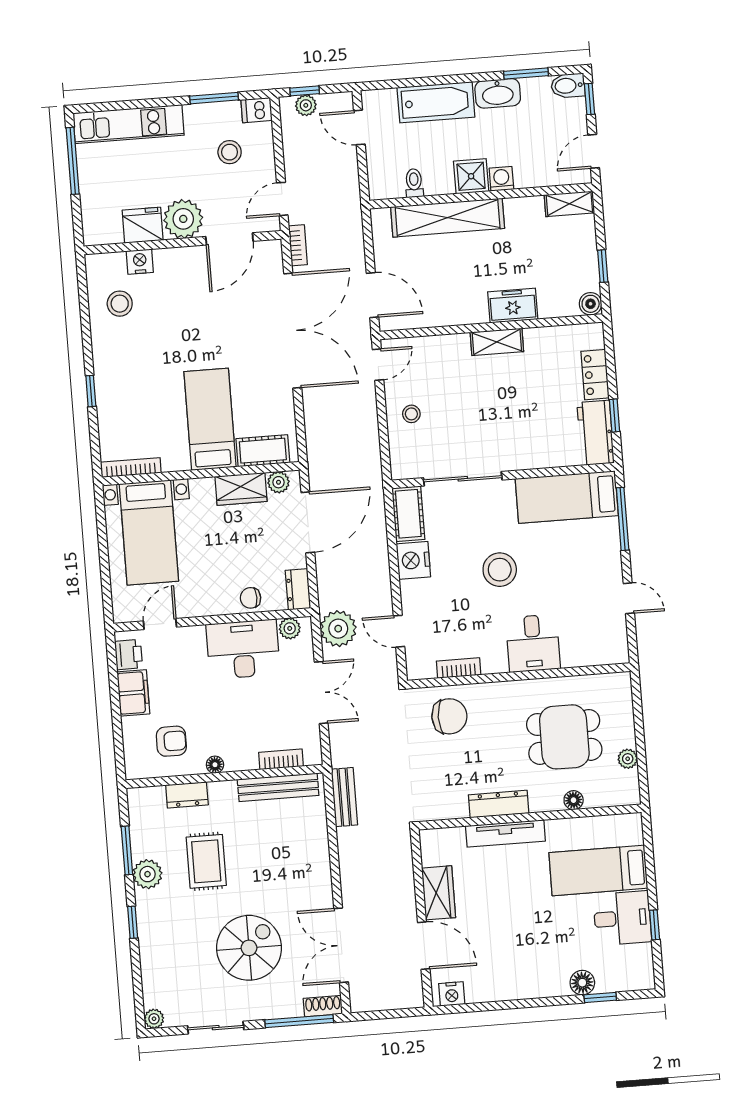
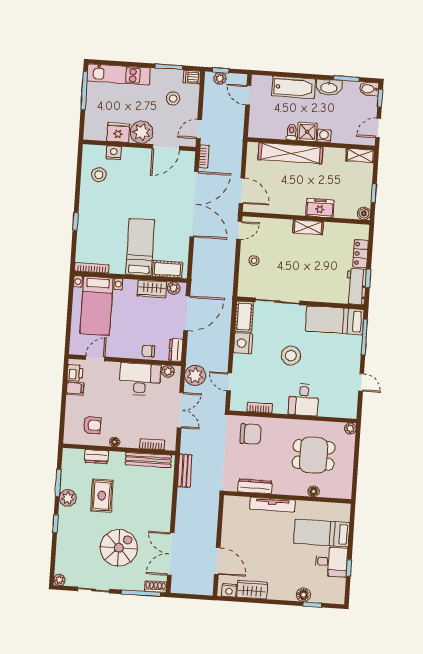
toilet: (414, 183) -> (292, 132), moved
filing cabinet: (133, 693) -> (75, 389), width x0.50
plant: (628, 759) -> (350, 429), moved
dresser: (499, 804) -> (255, 486), moved
wardrobe: (439, 893) -> (252, 590), moved, turned -90

